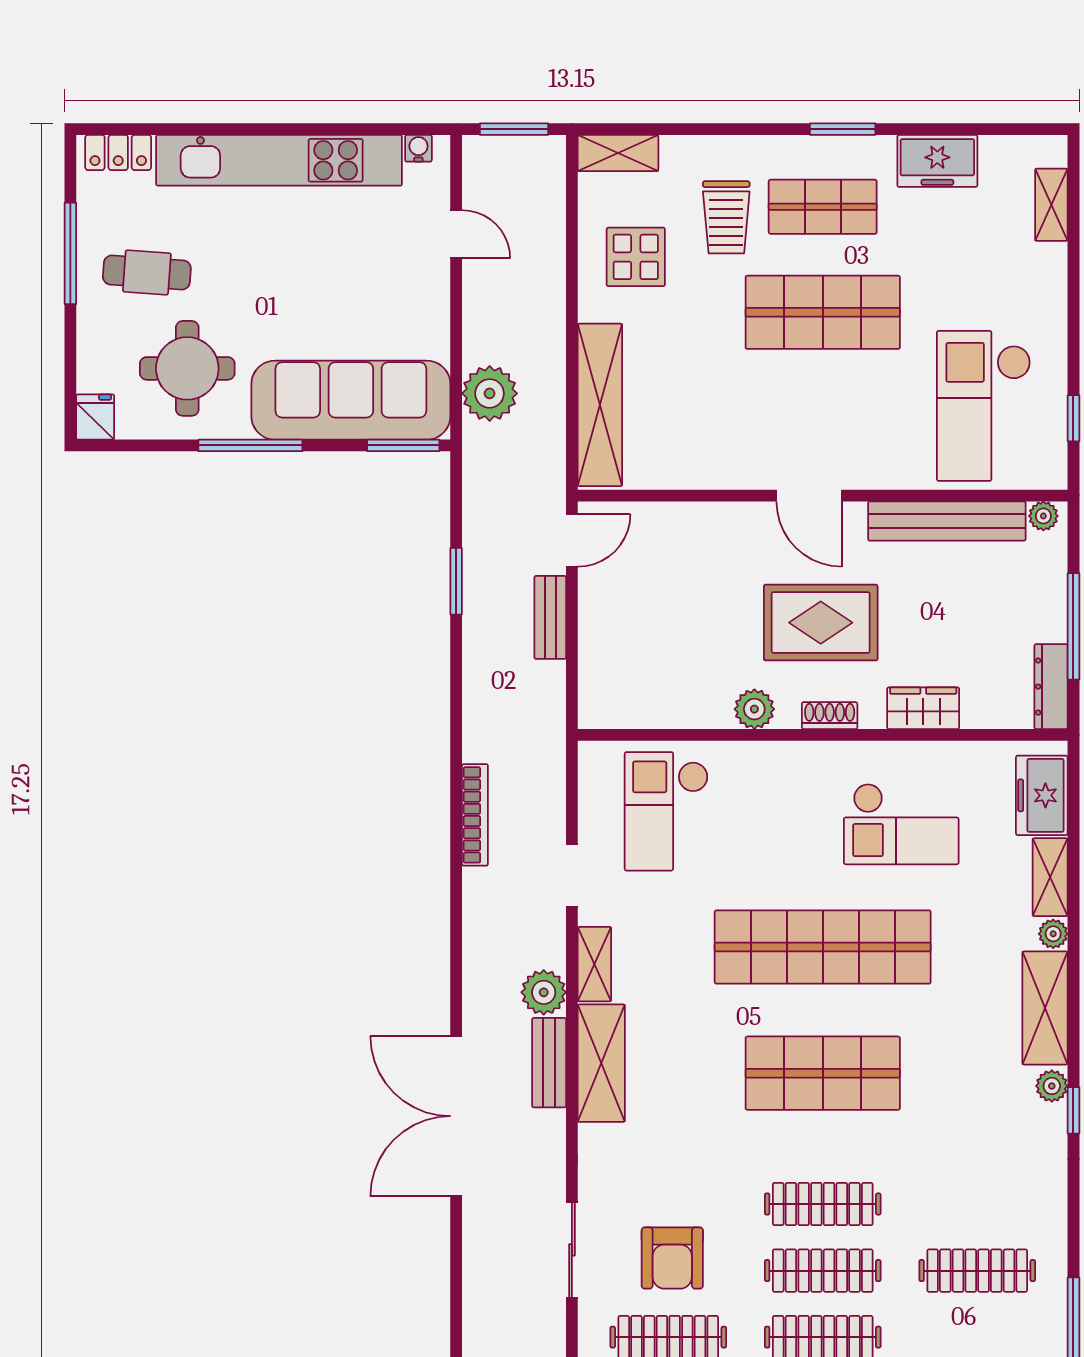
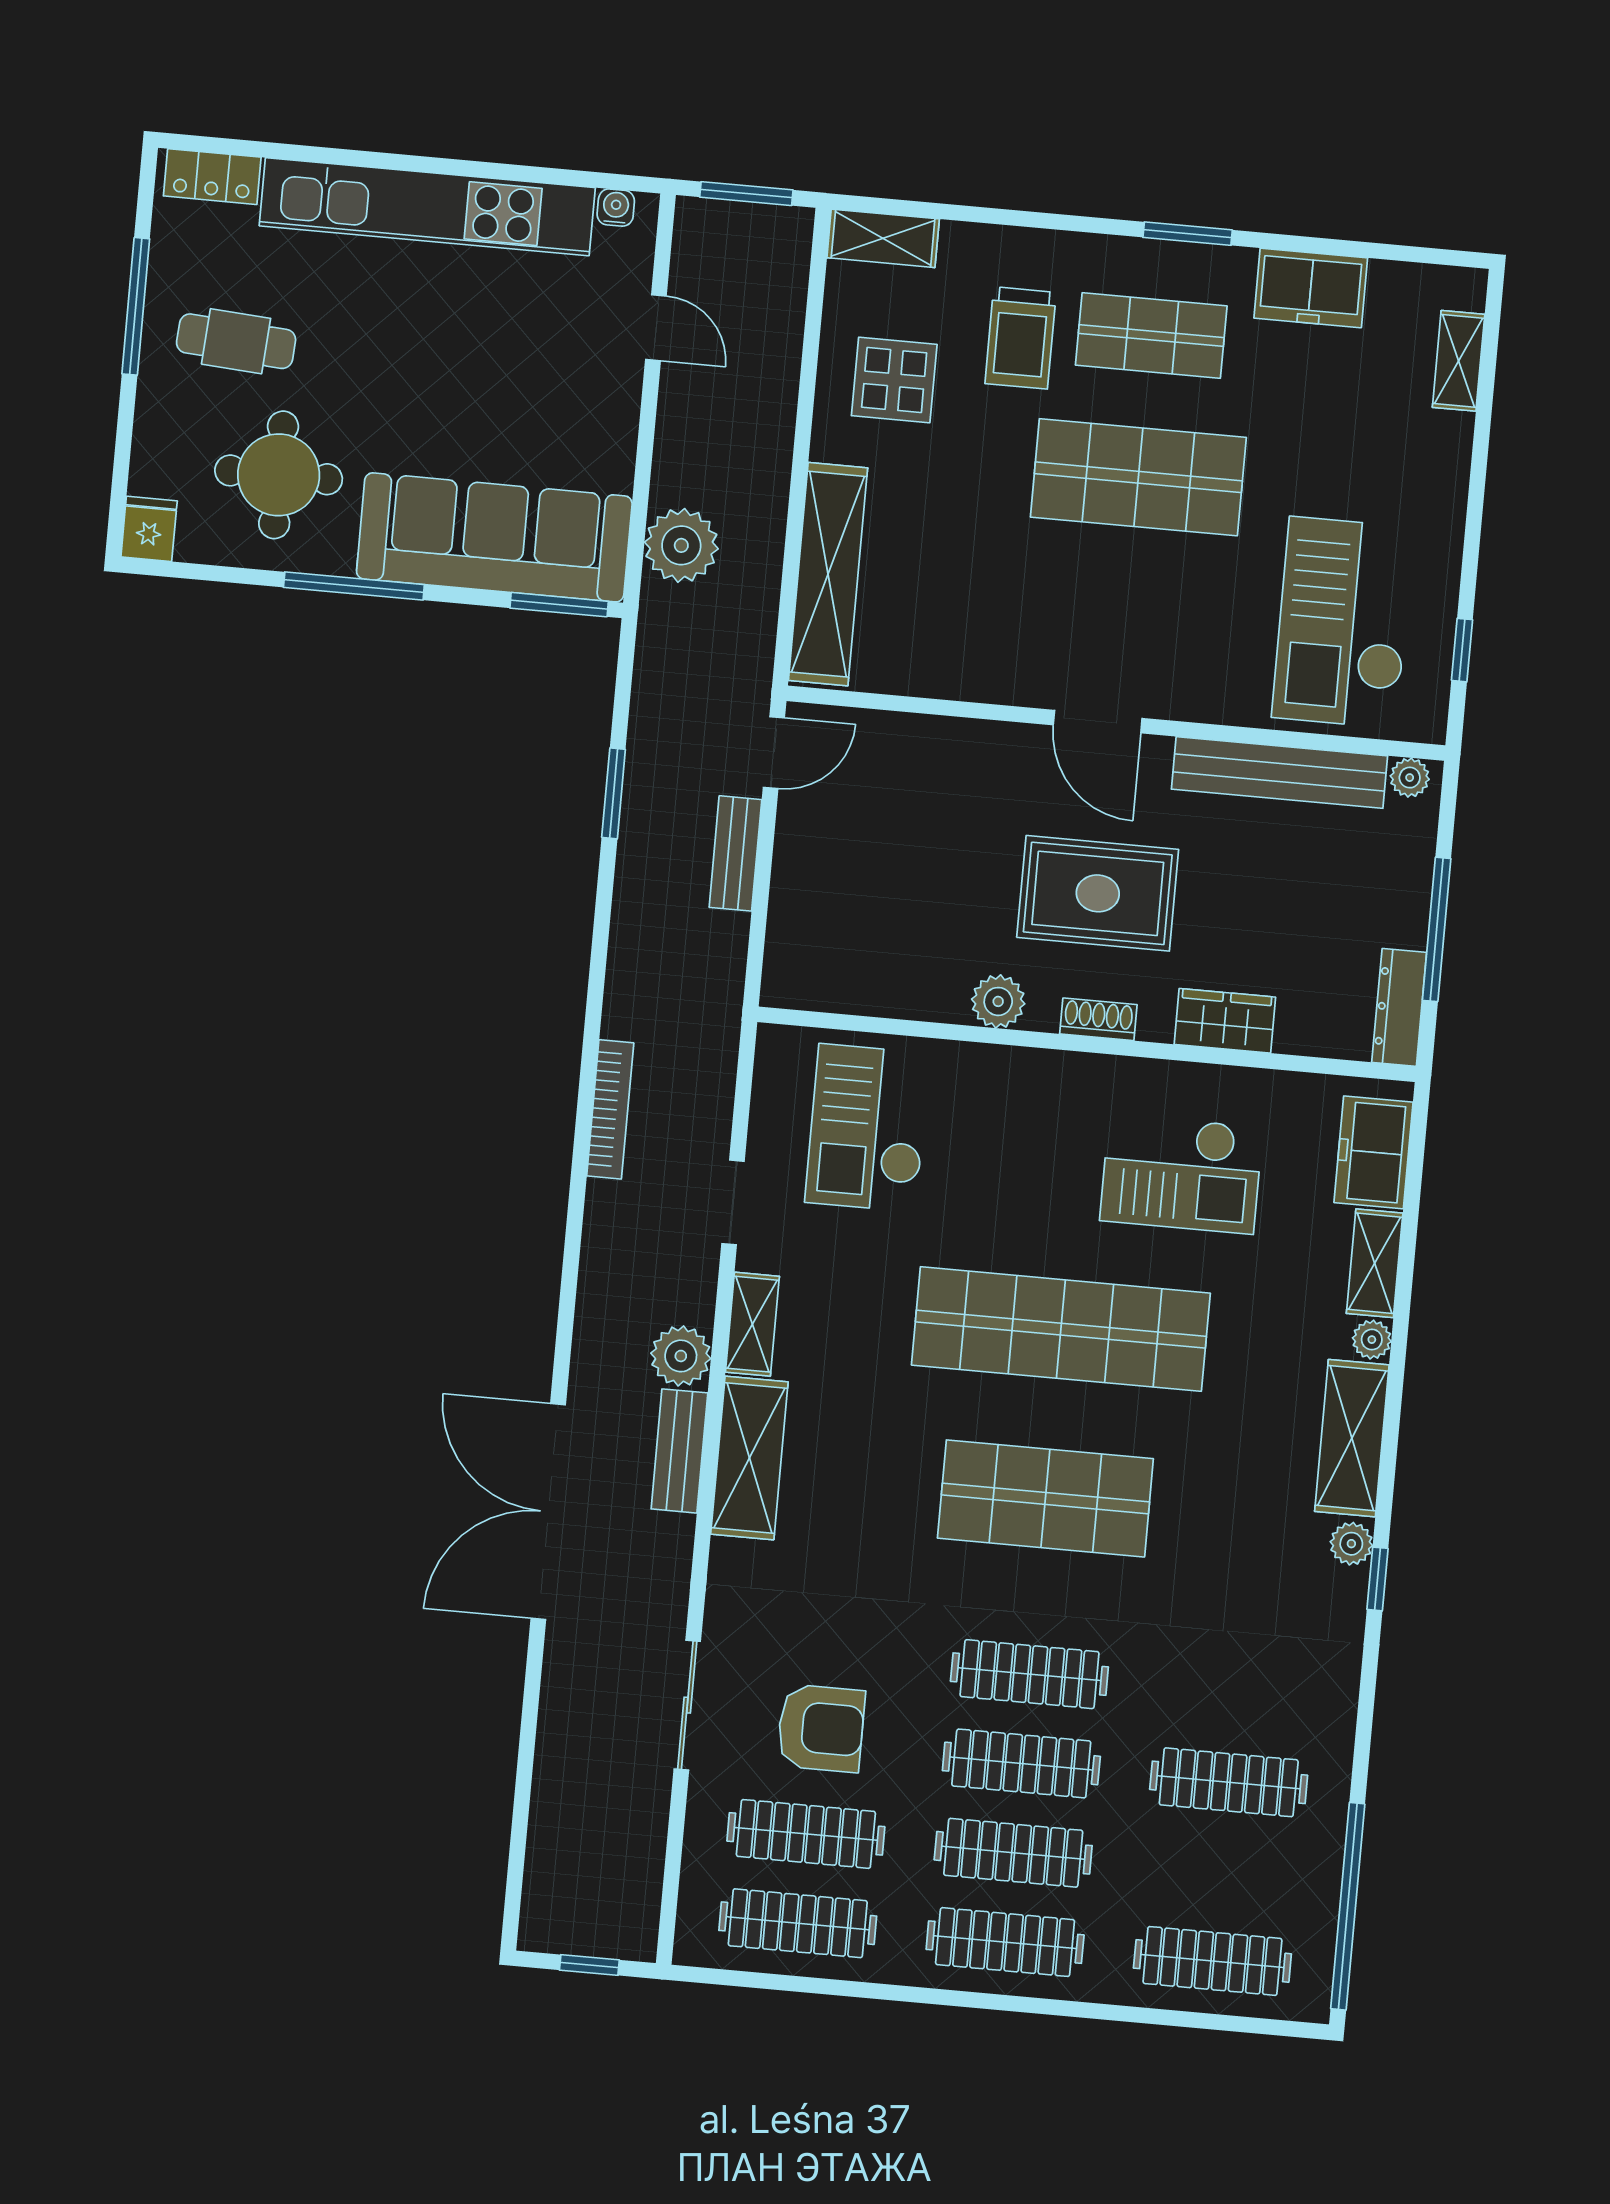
armchair: (672, 1258) -> (821, 1728), turned -90

